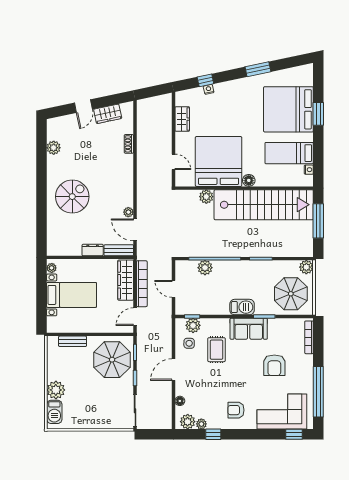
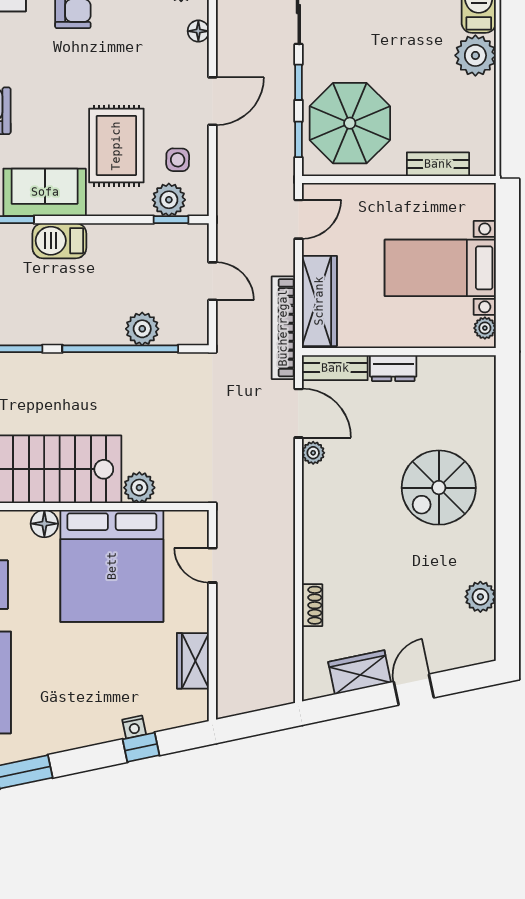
bookcase: (142, 284) -> (283, 328), moved
rug: (217, 350) -> (116, 146), width x1.36, depth x1.43

